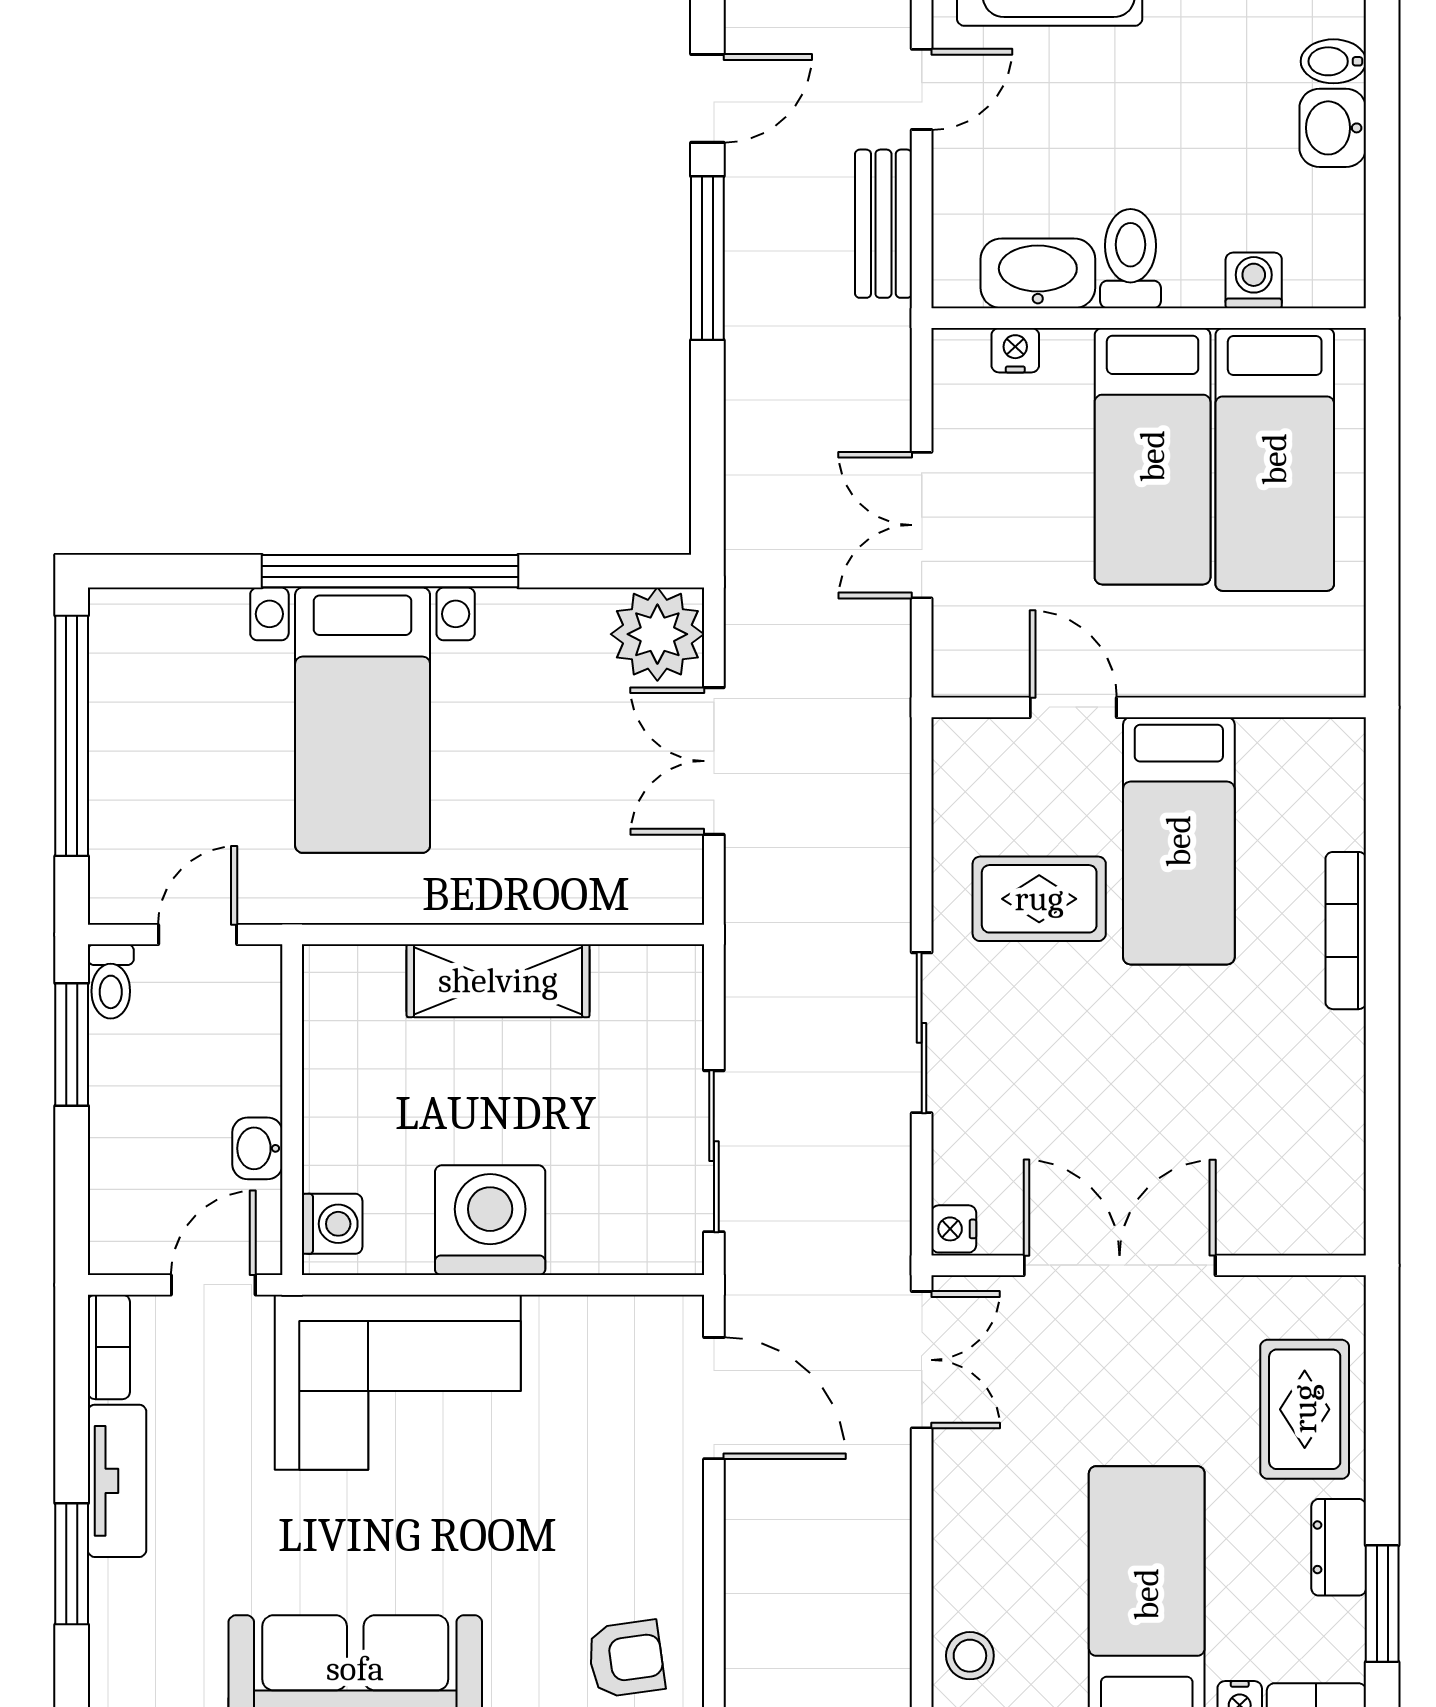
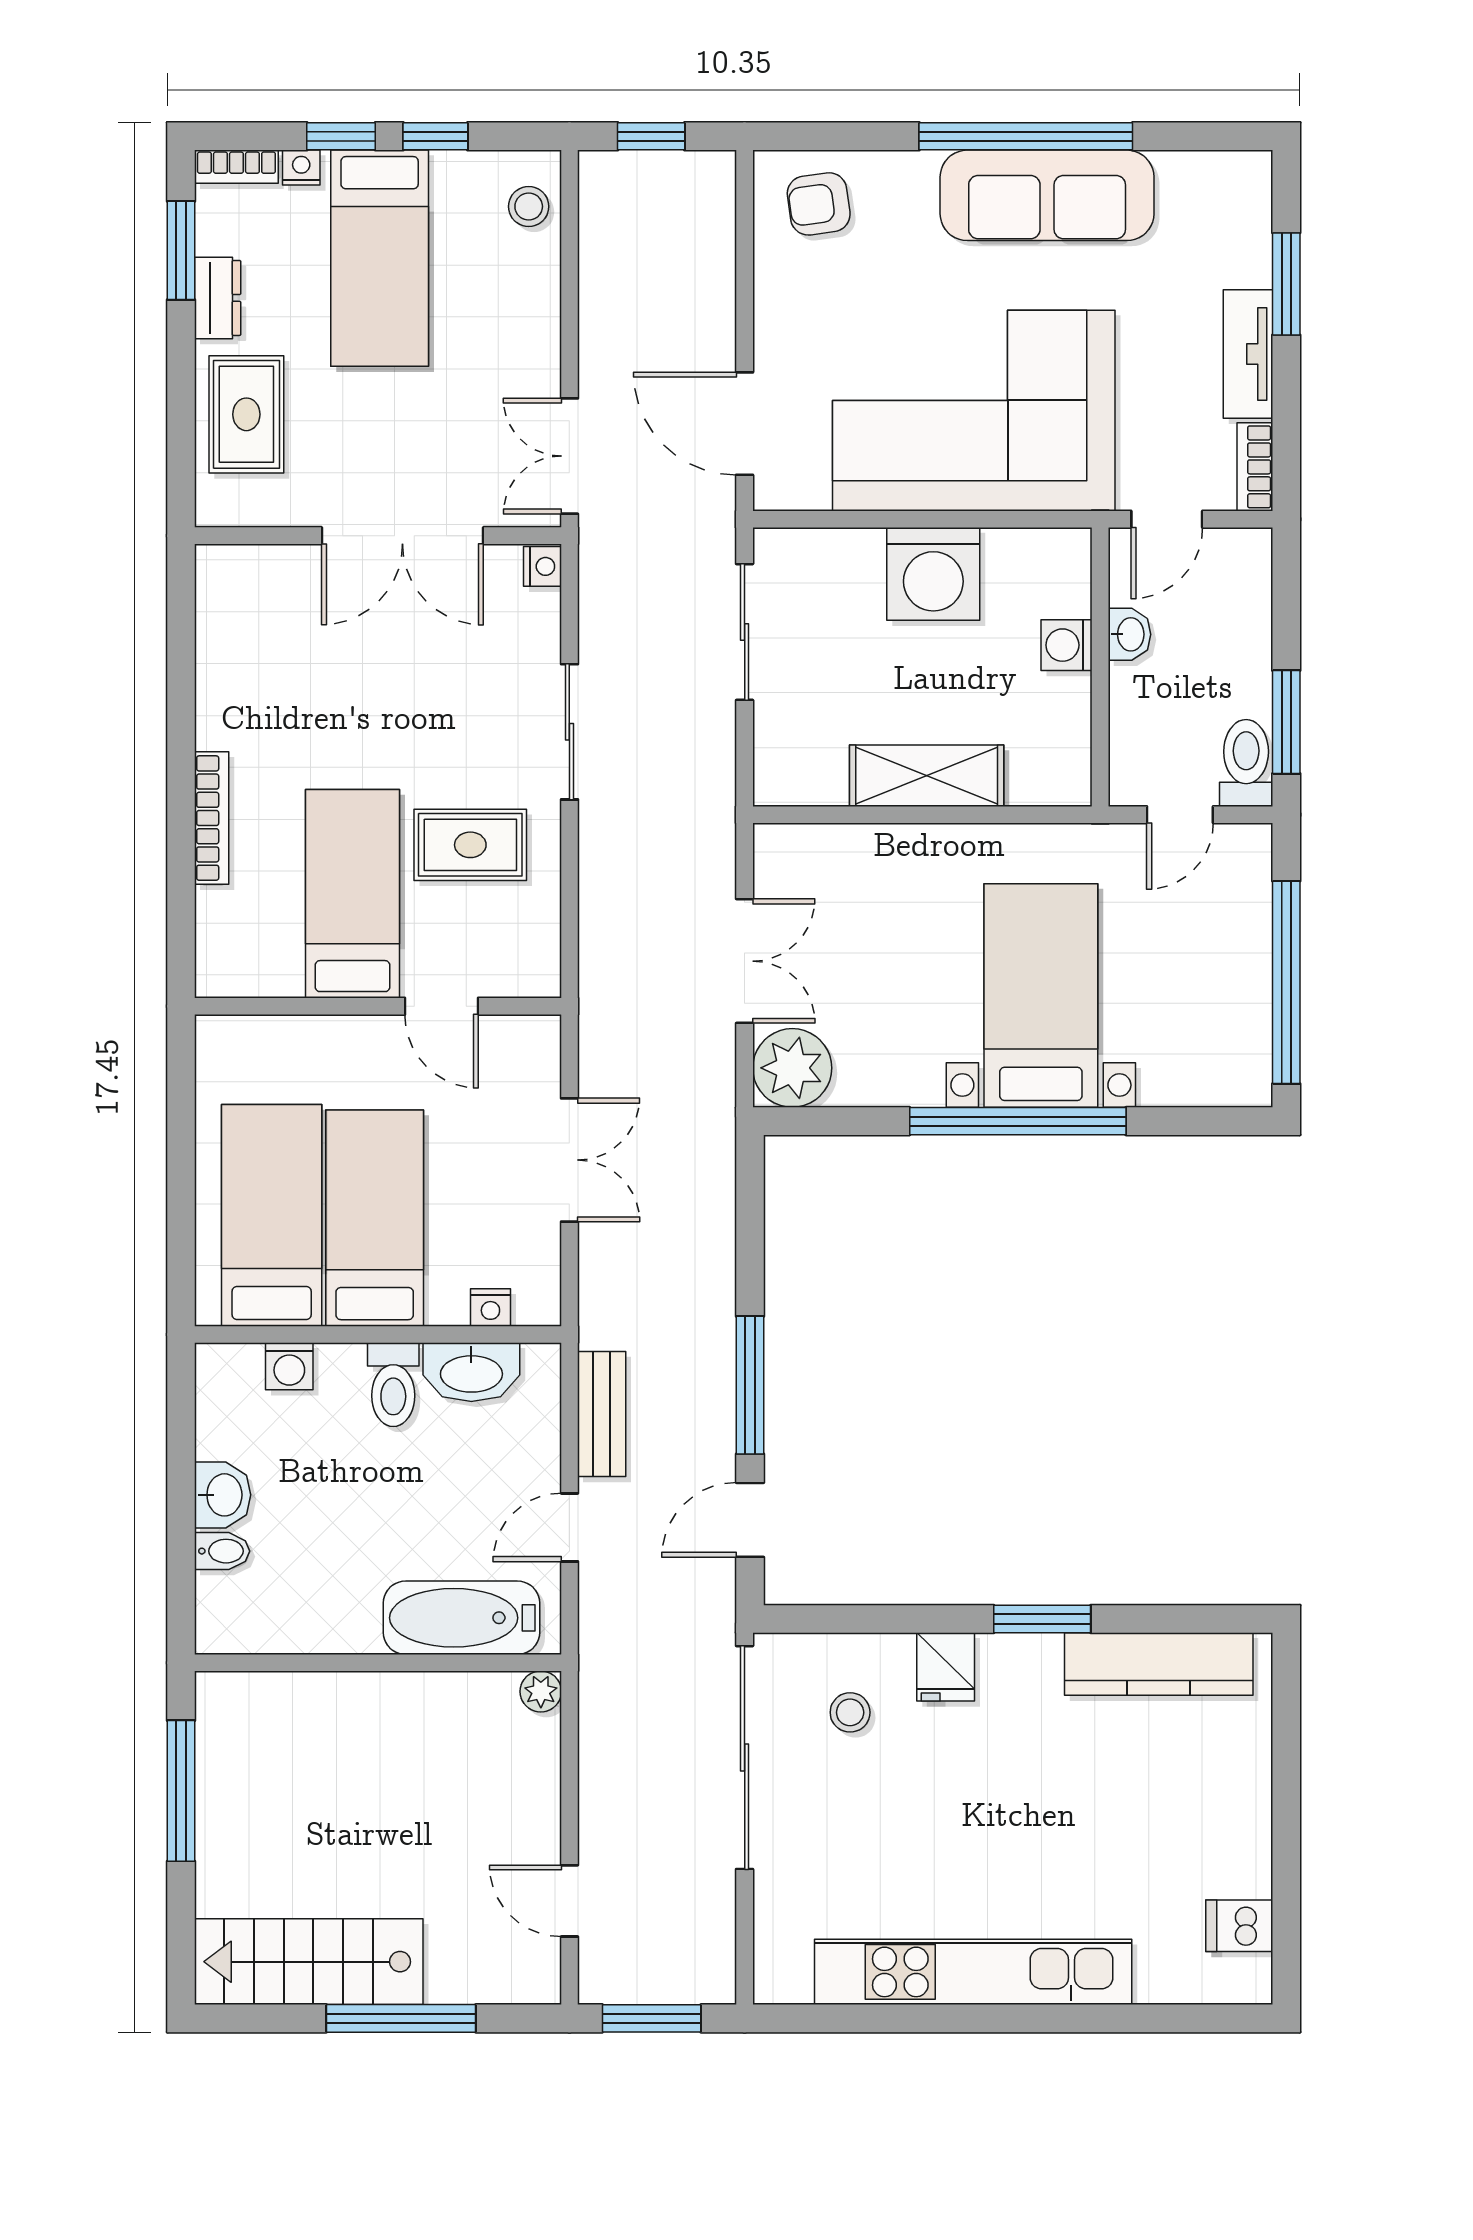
toilet: (111, 981) -> (1246, 763), width x1.37, depth x1.39
washing machine: (332, 1224) -> (1067, 645), moved
corner sofa: (398, 1382) -> (974, 411), width x1.36, depth x1.36

